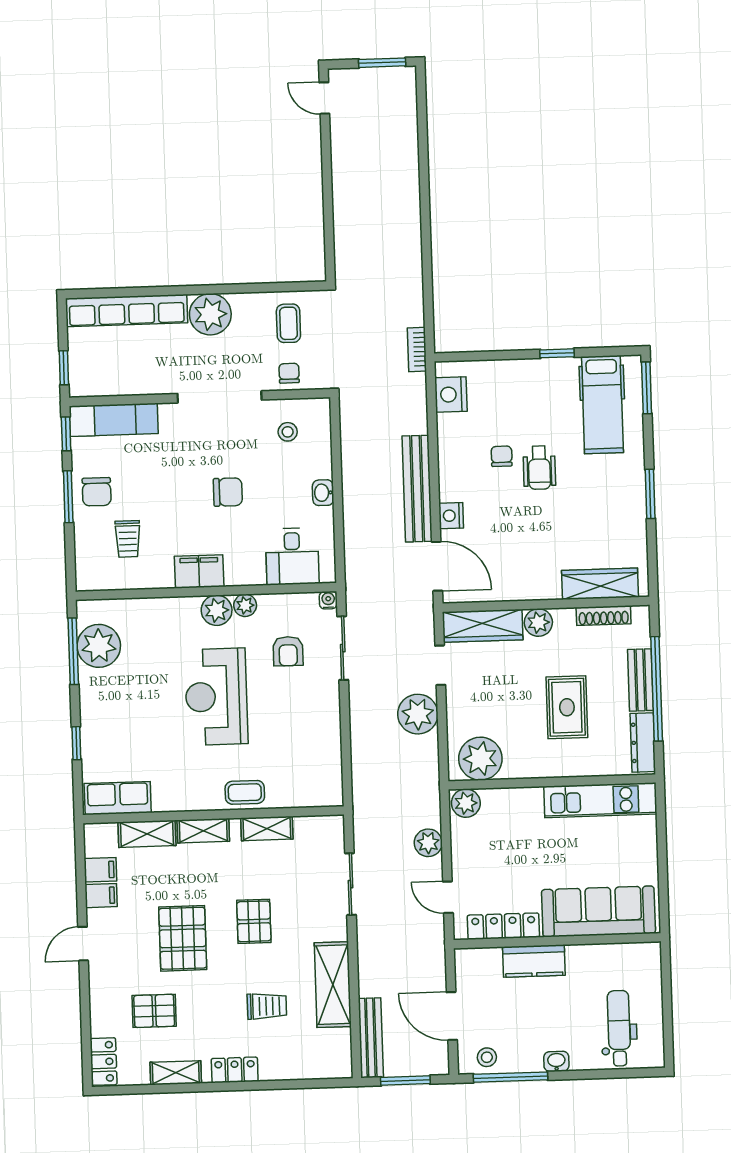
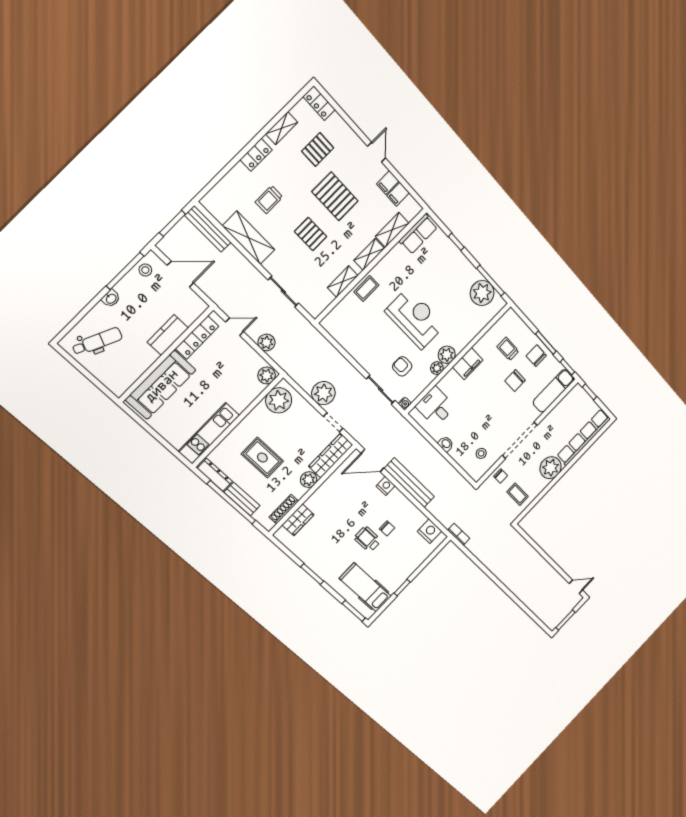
chair: (228, 492) -> (515, 381), moved
wardrobe: (600, 584) -> (298, 520), width x0.67
dental chair: (619, 1028) -> (97, 341), turned -66

